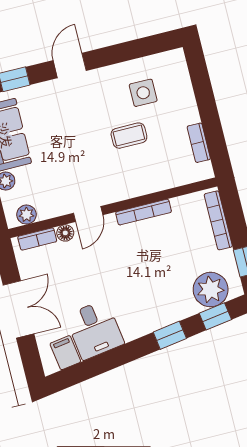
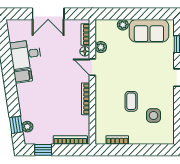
plant: (26, 215) -> (101, 47), moved
plant: (211, 290) -> (27, 127), width x0.53, depth x0.53
window: (170, 335) -> (12, 96), removed
filing cabinet: (65, 353) -> (23, 76), moved

